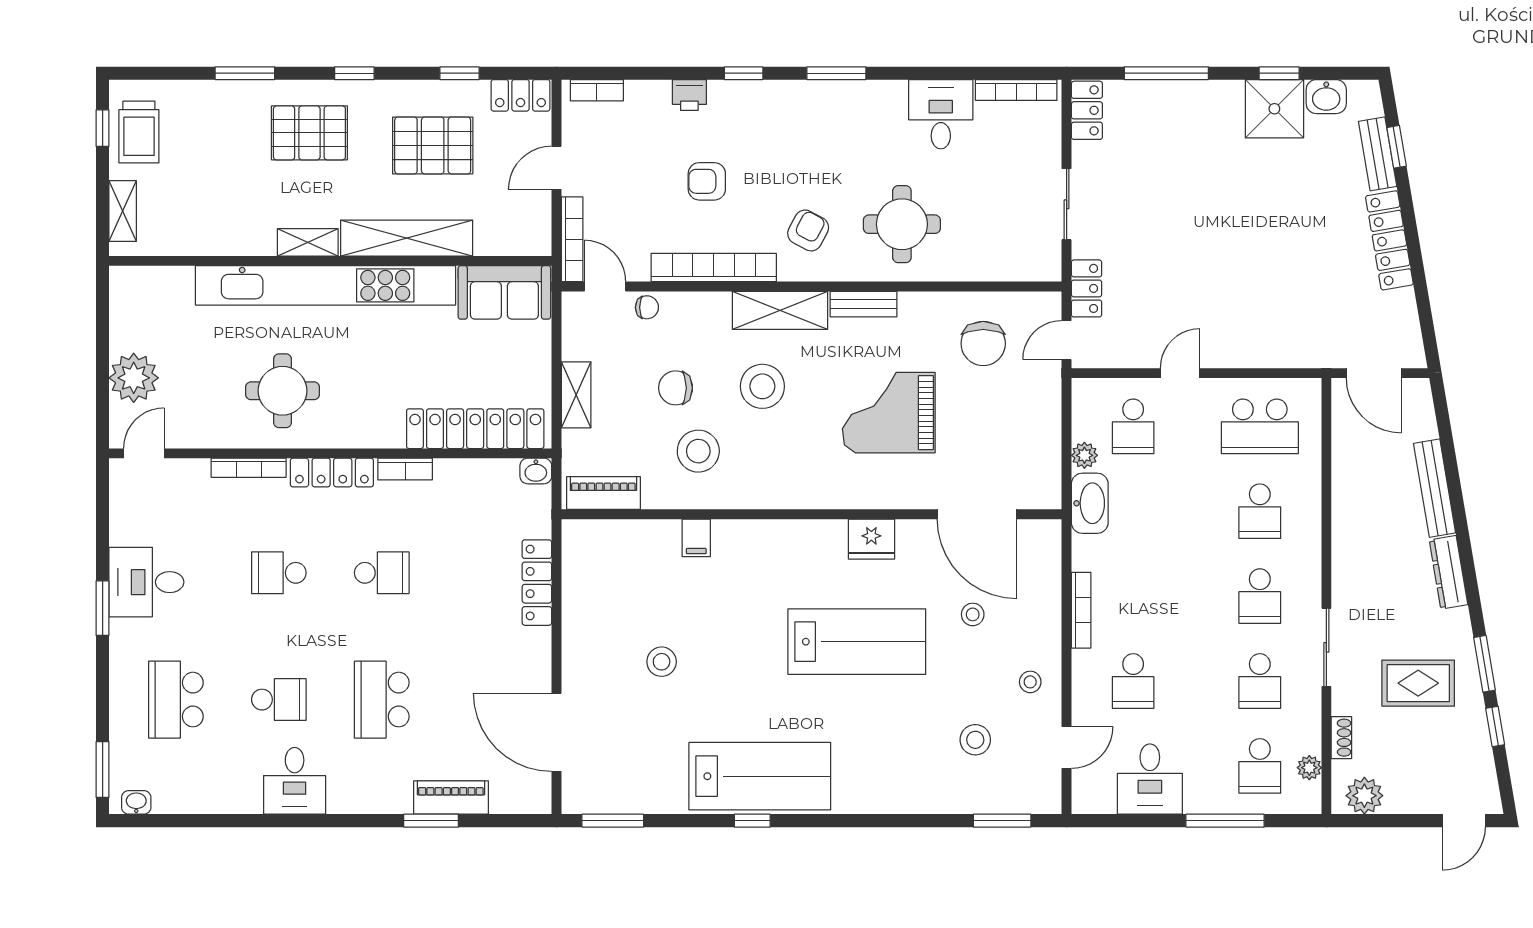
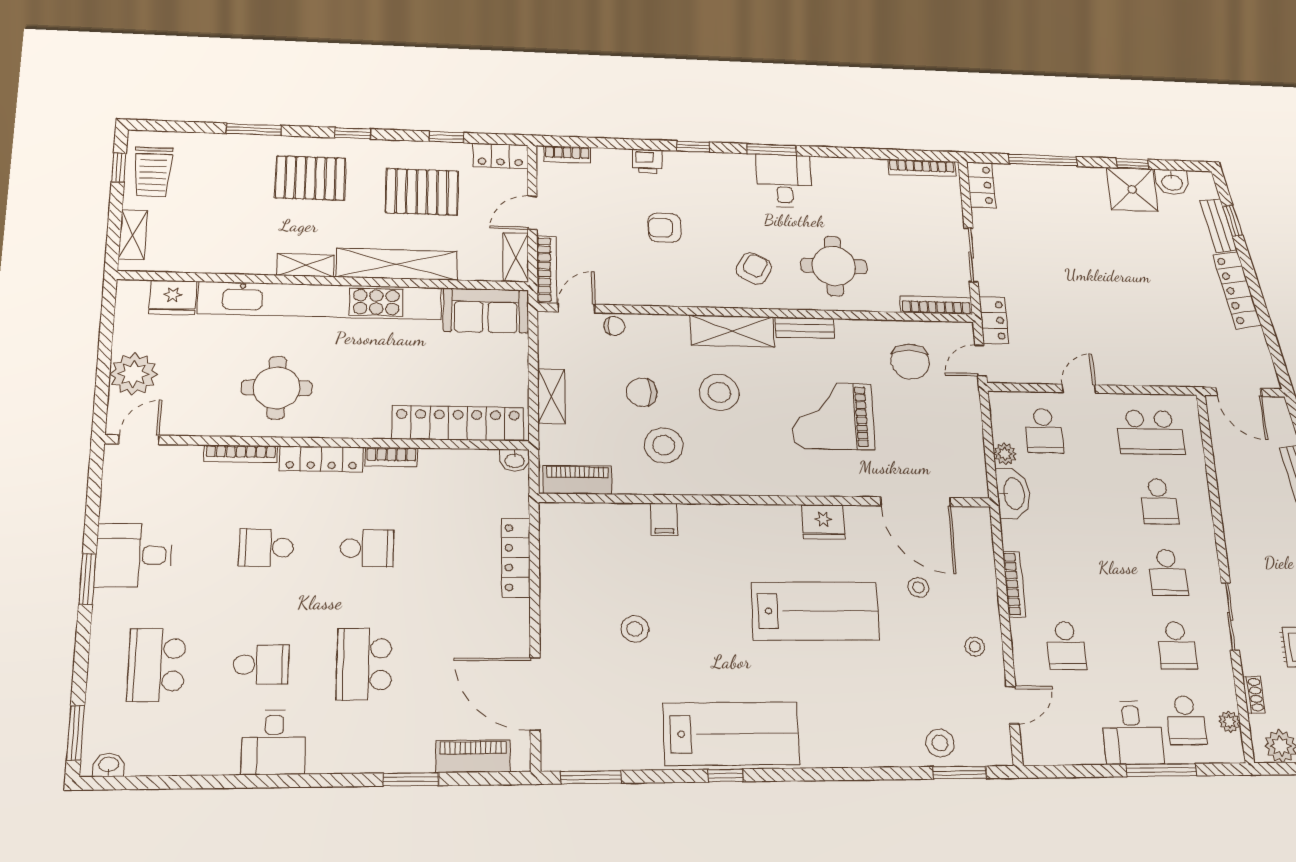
desk: (941, 114) -> (784, 181), moved
shelving: (538, 225) -> (516, 257), added
bookcase: (714, 267) -> (936, 305), moved, width x0.68, depth x0.76
fridge: (169, 286) -> (173, 297), added
door: (605, 287) -> (576, 308), hinge flipped
stool: (975, 740) -> (940, 743), moved
desk: (1150, 779) -> (1132, 733), moved
piano: (451, 798) -> (473, 756), moved

